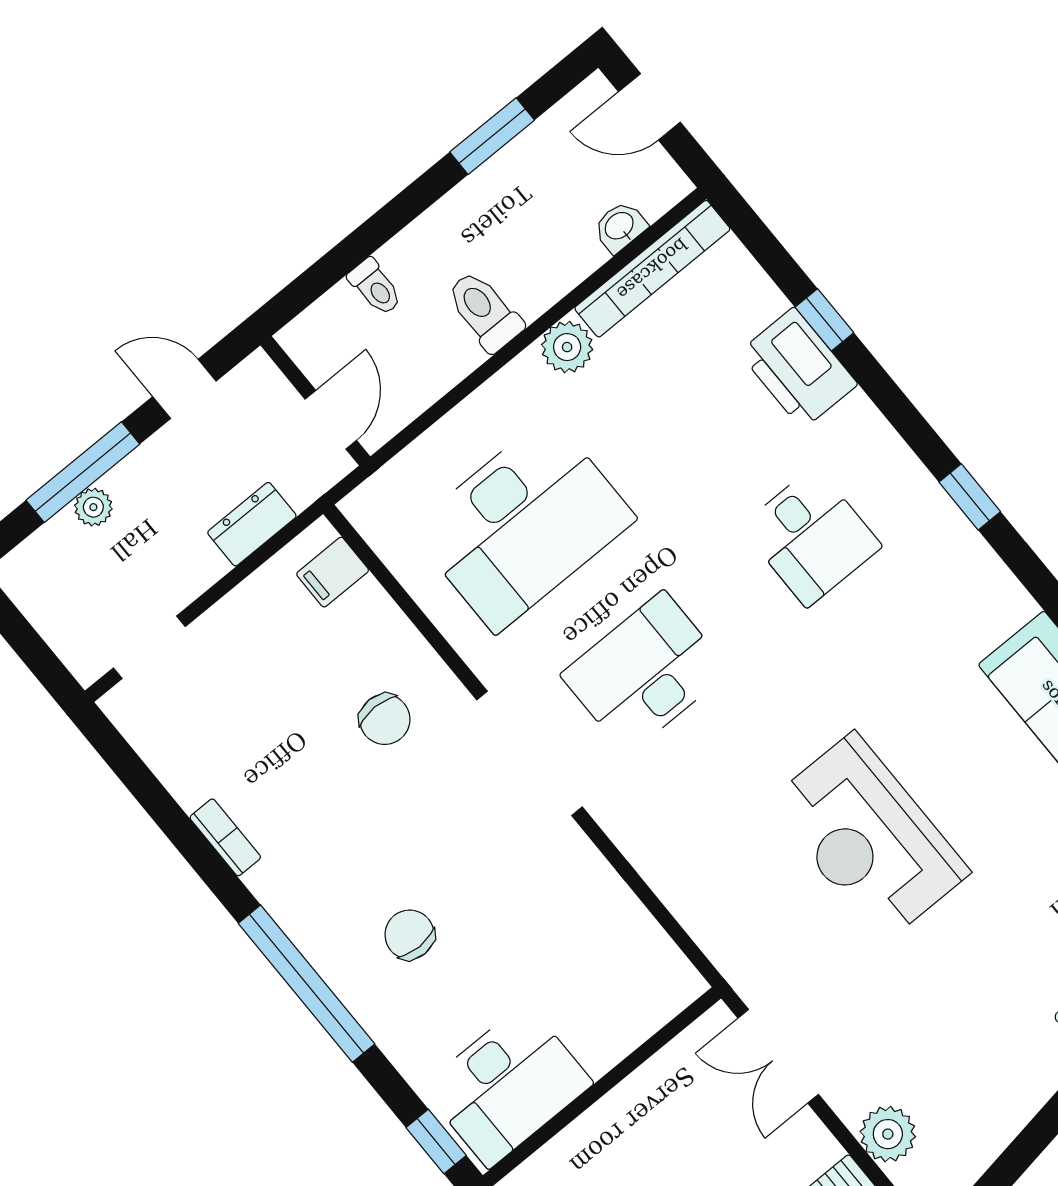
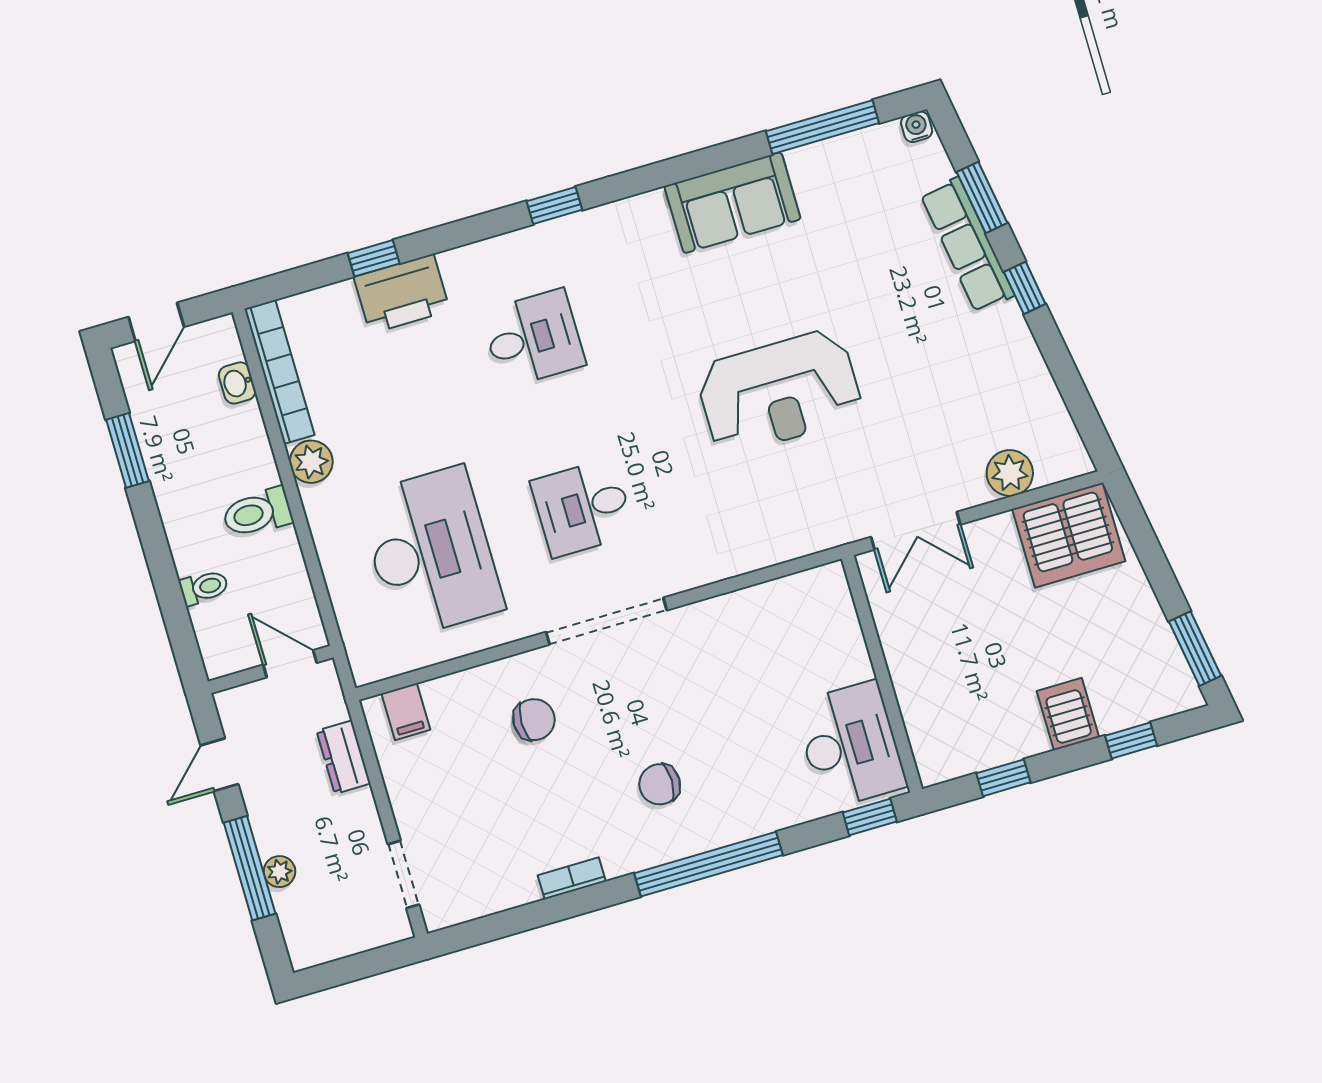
desk: (645, 673) -> (583, 508), width x0.73
chair: (410, 935) -> (660, 784), moved

